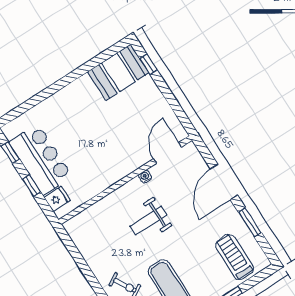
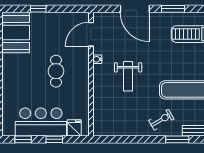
window: (148, 64) -> (38, 9), moved
cafe table: (105, 141) -> (56, 71), added
door: (167, 153) -> (91, 34), hinge flipped

